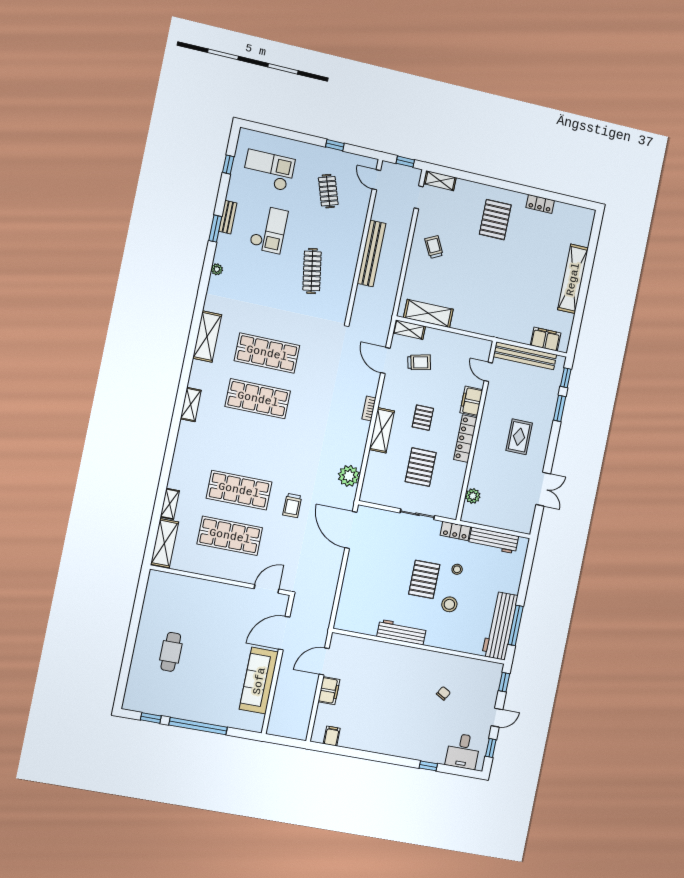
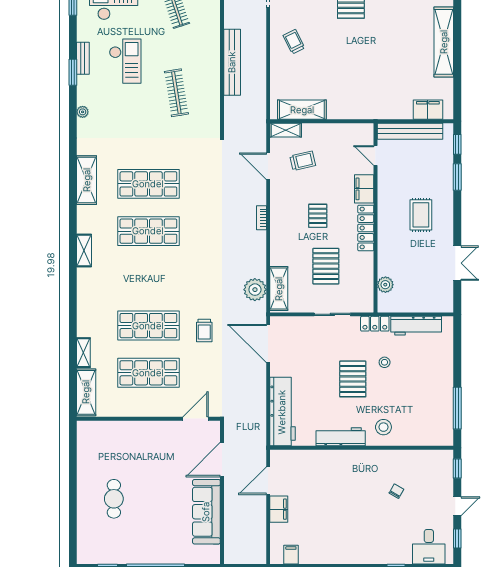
shelving: (382, 430) -> (279, 289), moved
stool: (449, 604) -> (383, 427), moved
workbench: (500, 626) -> (282, 412), moved, turned 180

